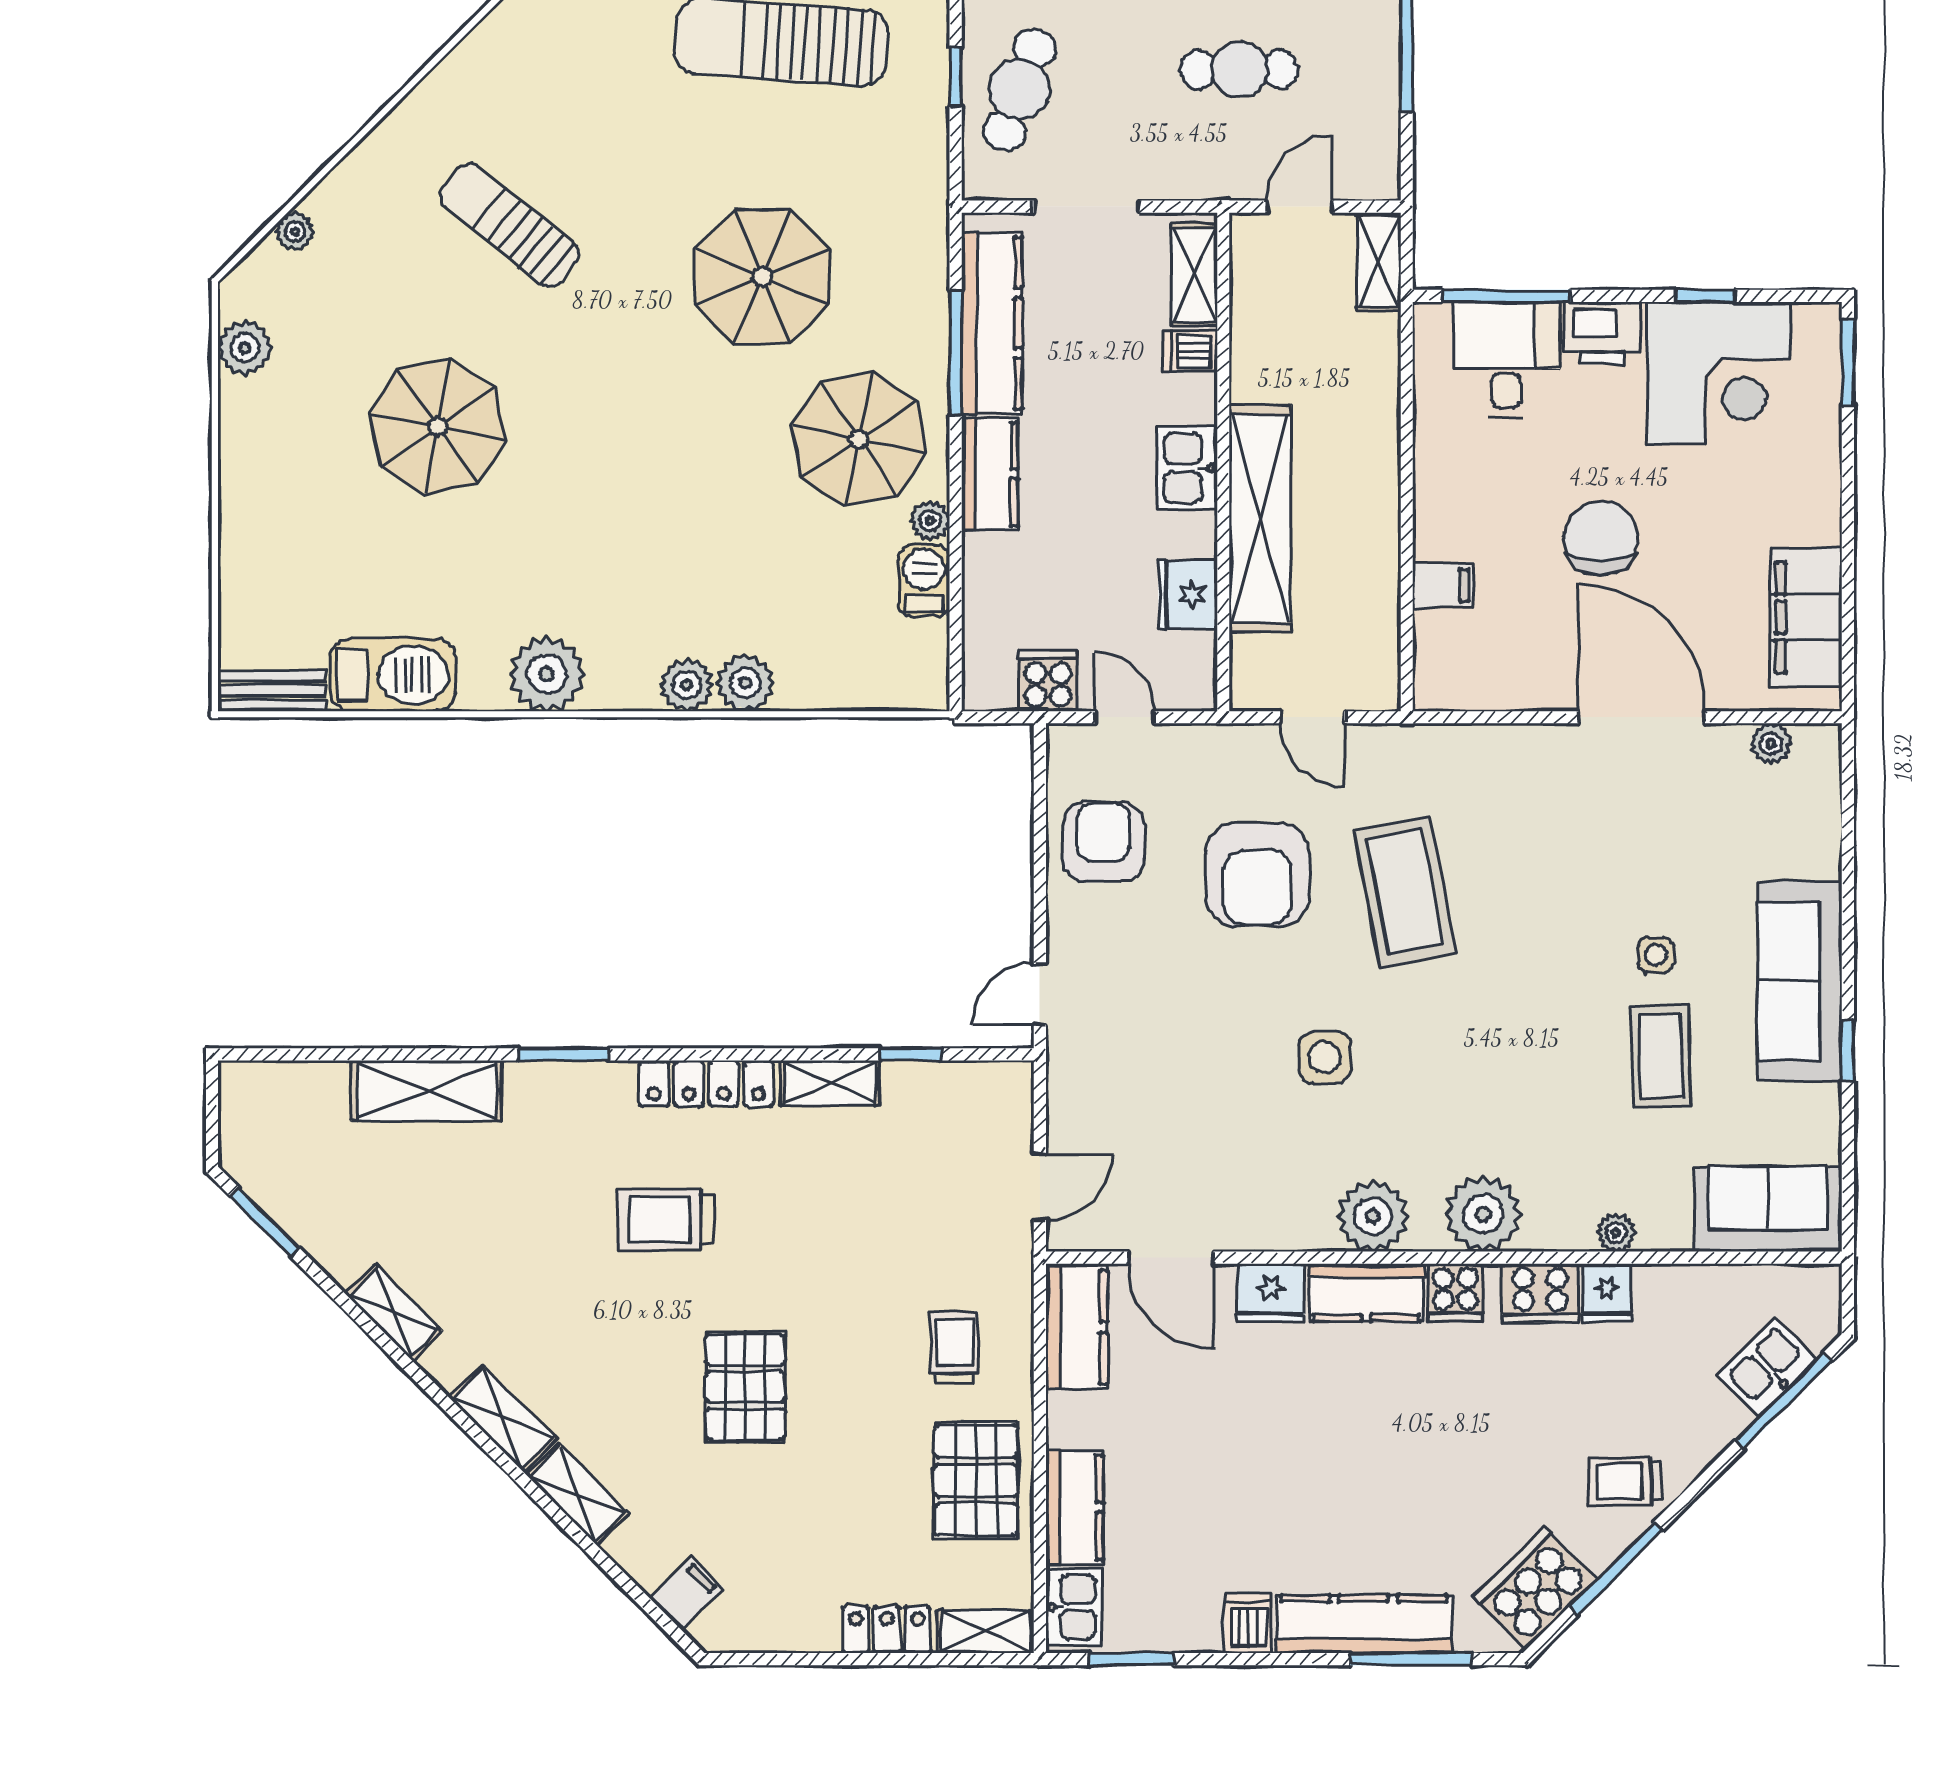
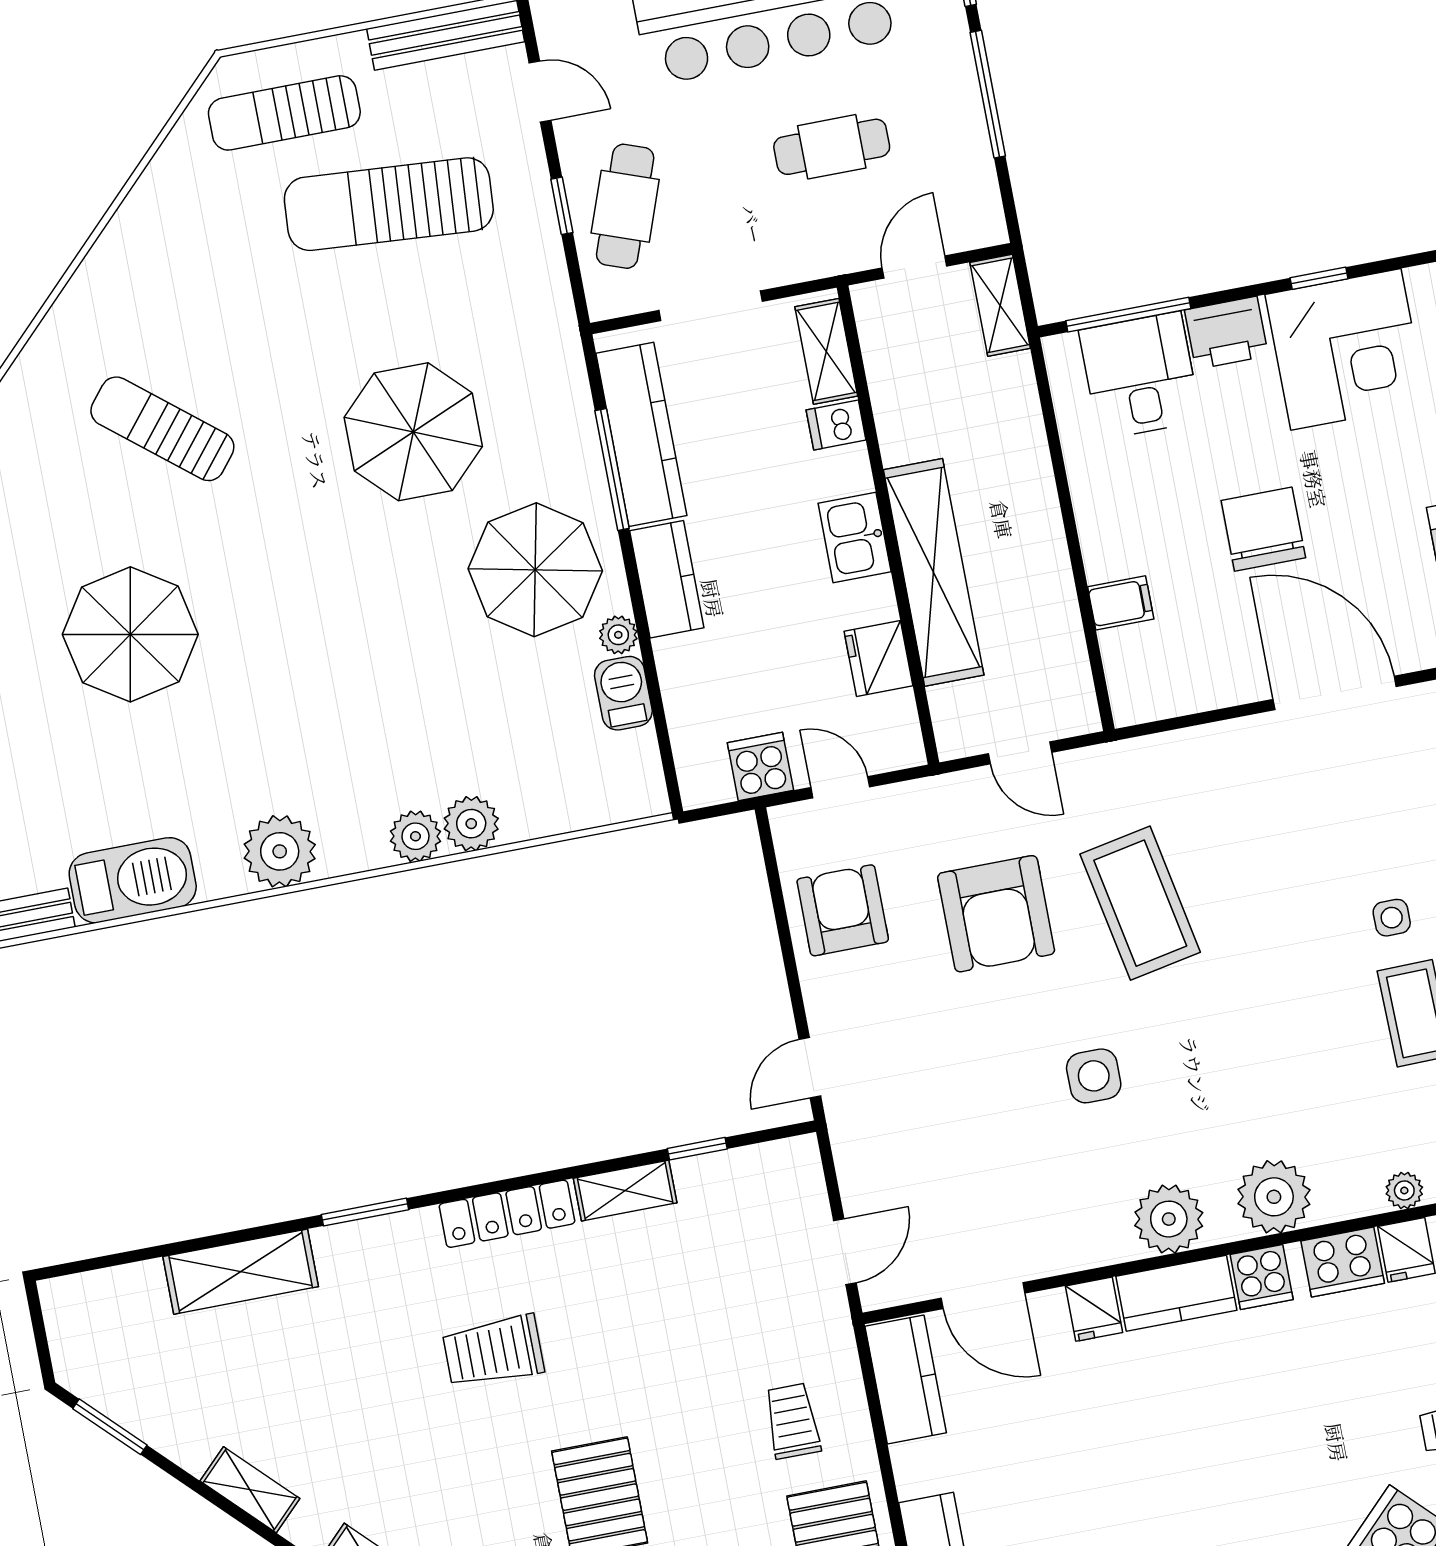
fridge: (1271, 1293) -> (1094, 1309), width x0.72

